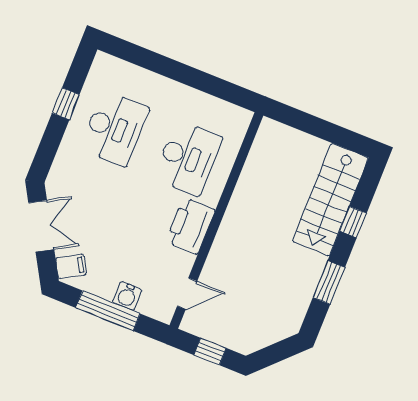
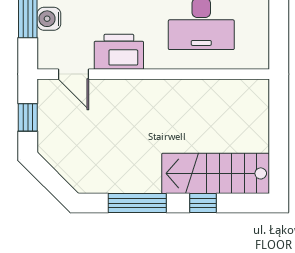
printer: (190, 226) -> (119, 52), moved
window: (329, 282) -> (137, 203), width x1.44

